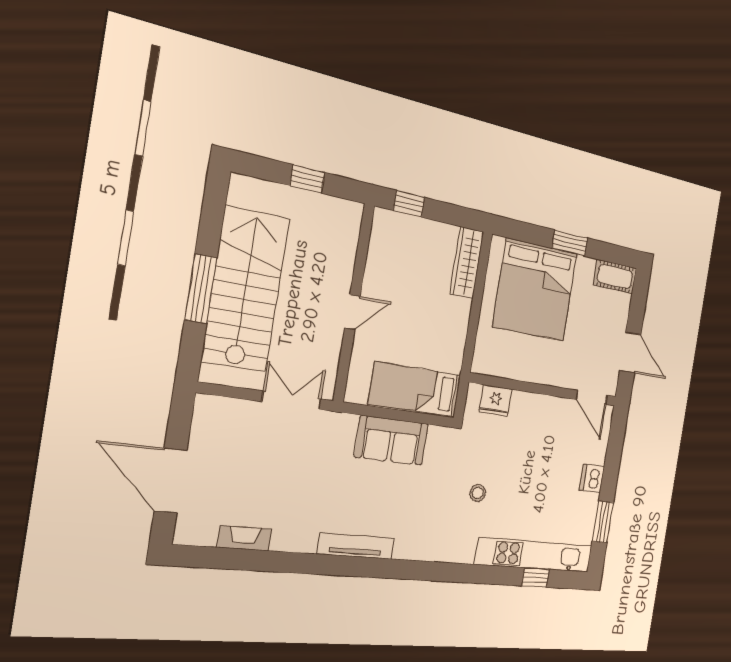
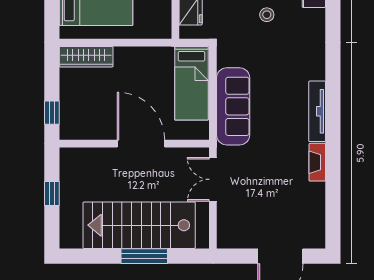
door: (352, 312) -> (141, 144), width x1.87
sofa: (392, 440) -> (233, 106), width x1.36
fireplace: (244, 538) -> (317, 162), moved

